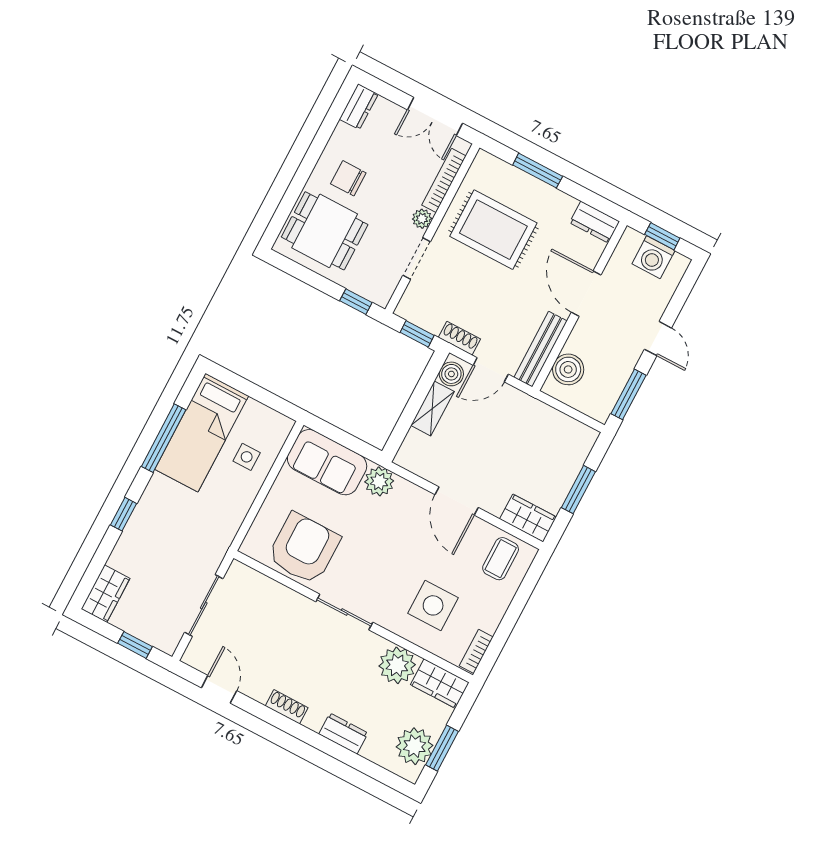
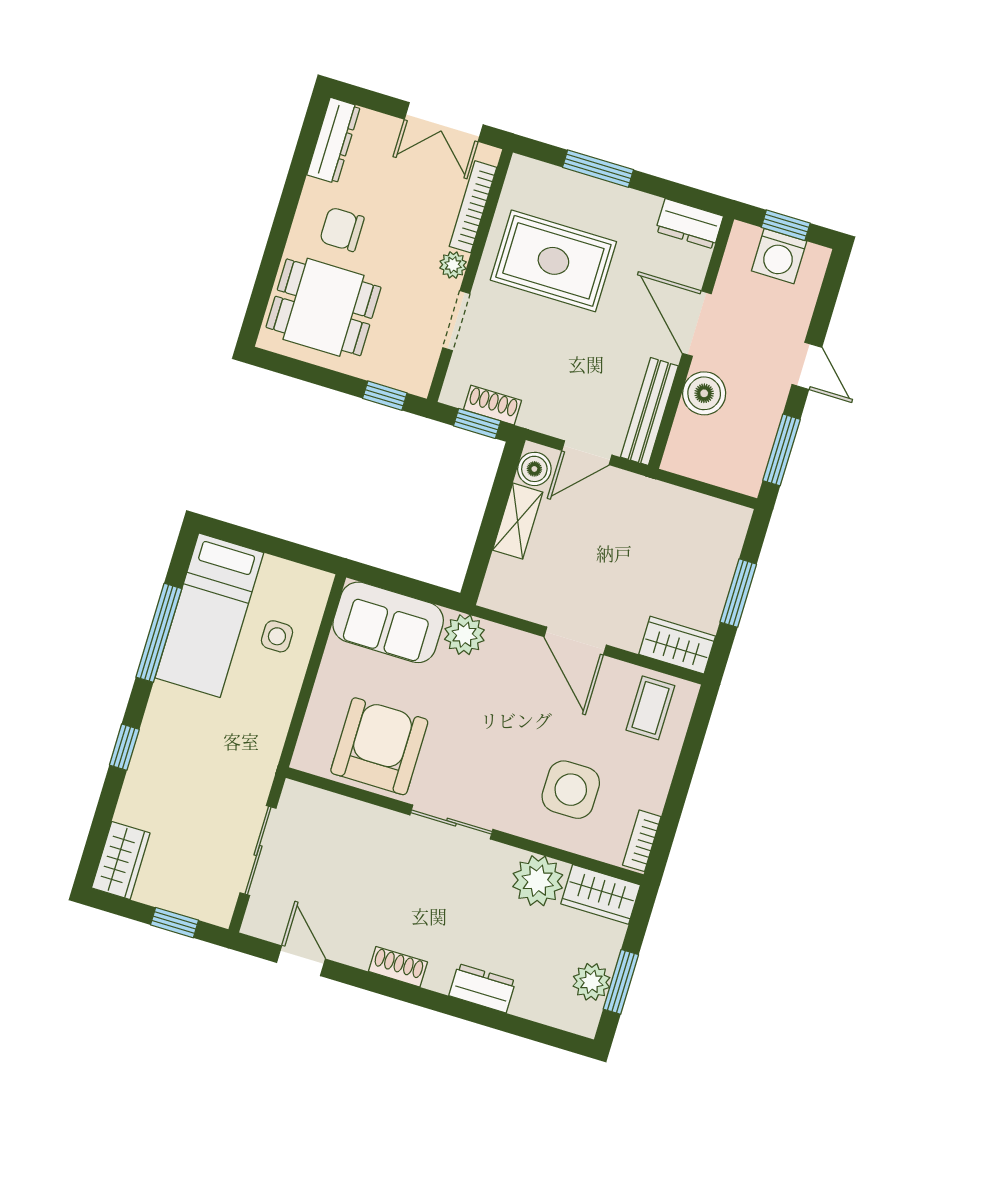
dresser: (359, 107) -> (334, 141), width x1.44
shoe rack: (459, 338) -> (493, 405), moved
boiler: (568, 369) -> (704, 393), moved
plant: (415, 746) -> (591, 982), width x0.73, depth x0.73

